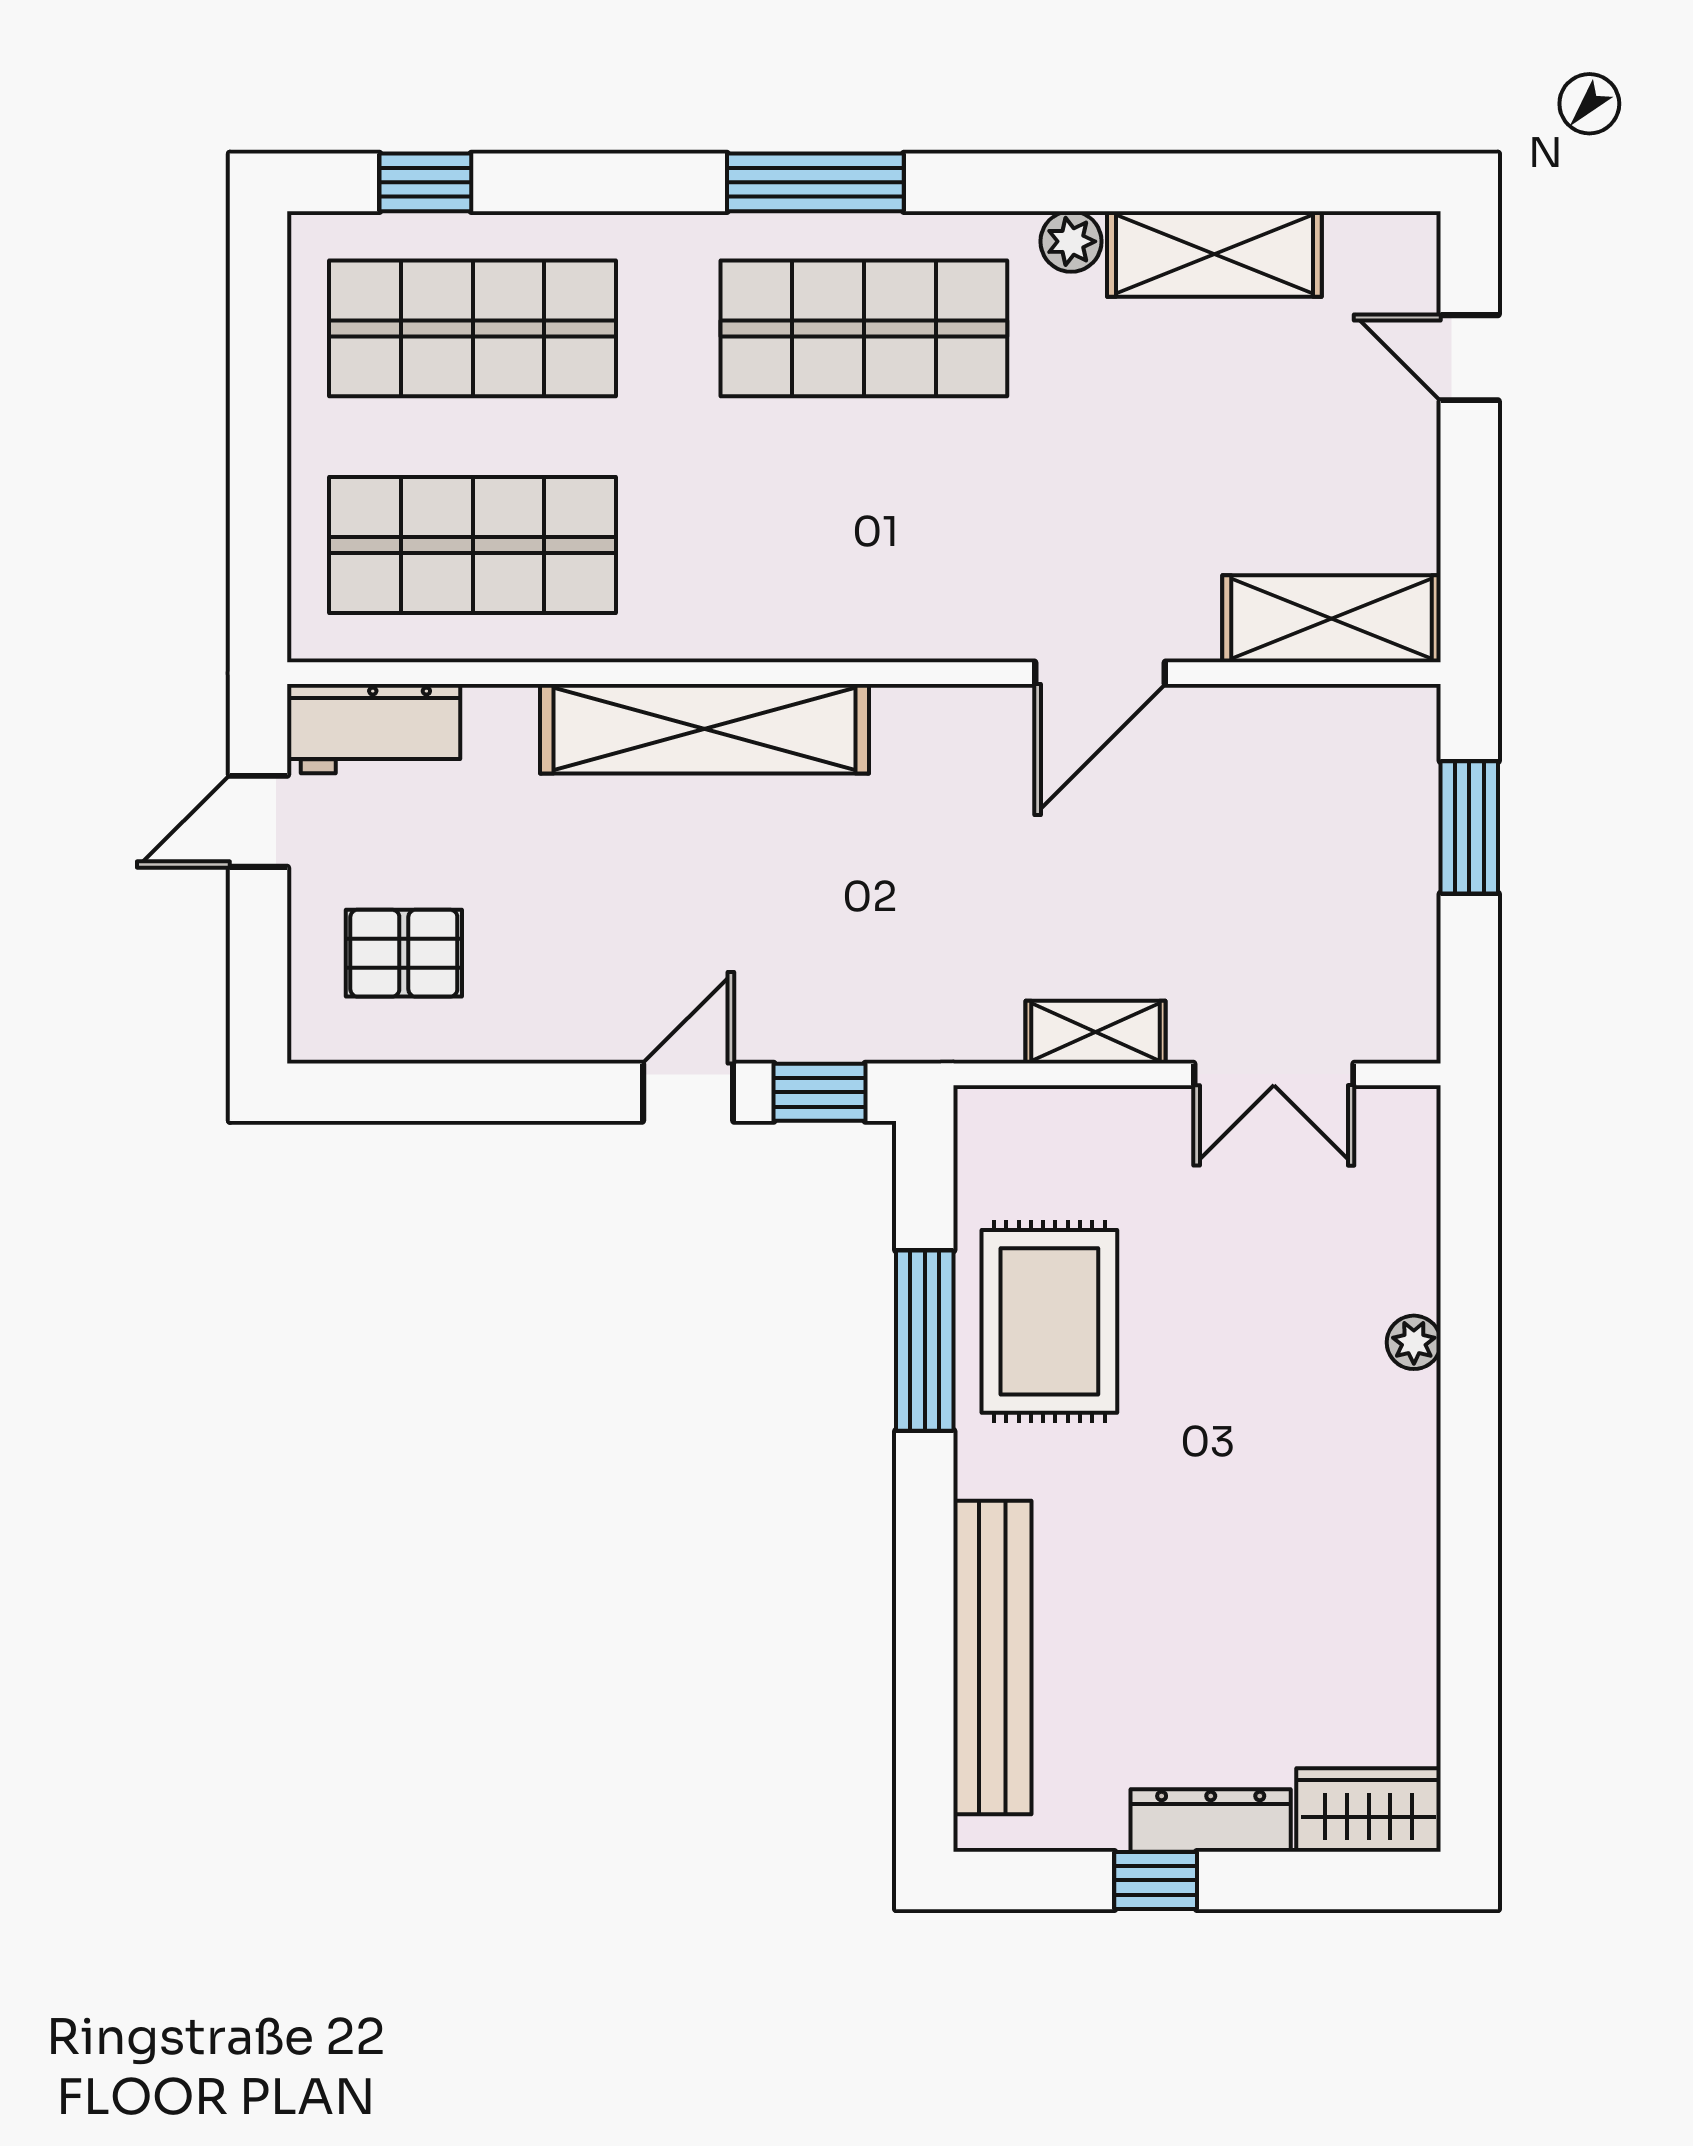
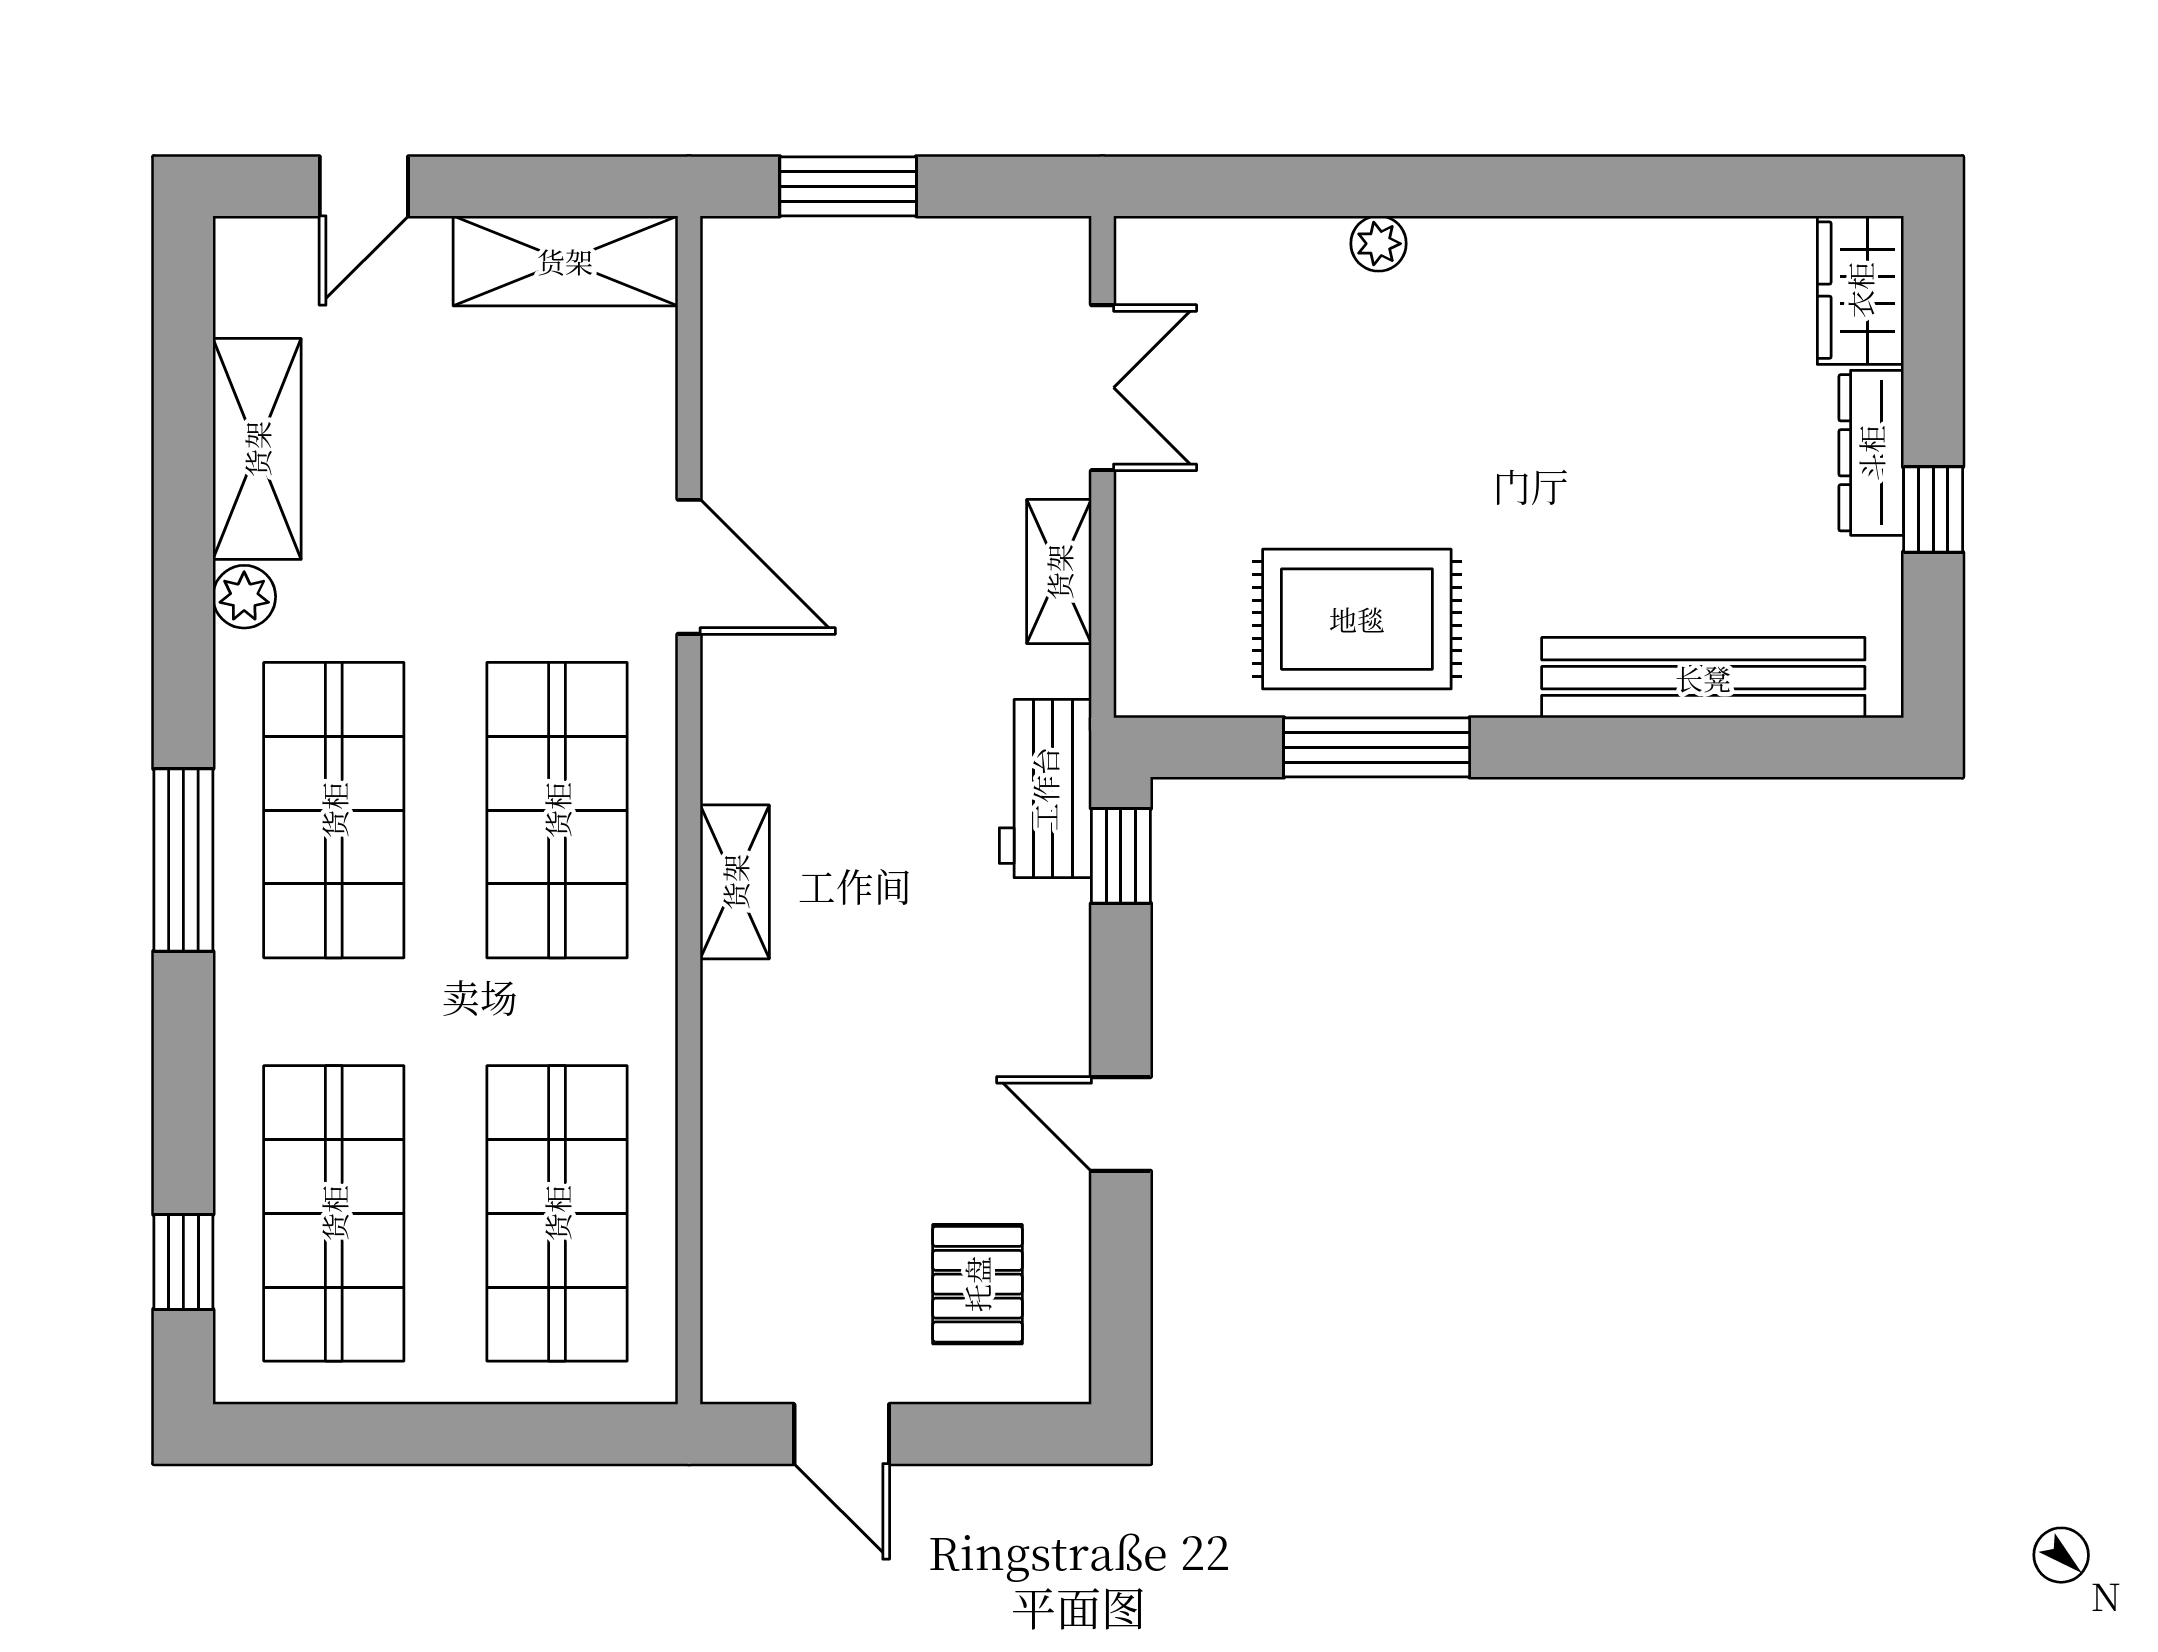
shop shelf: (864, 545) -> (557, 810), added
shelving: (1332, 619) -> (565, 261), moved, turned 90
workbench: (374, 729) -> (1045, 789), moved, turned 180
shelving: (705, 729) -> (735, 882), width x0.45, depth x0.75
door: (688, 1092) -> (1121, 1124), moved

